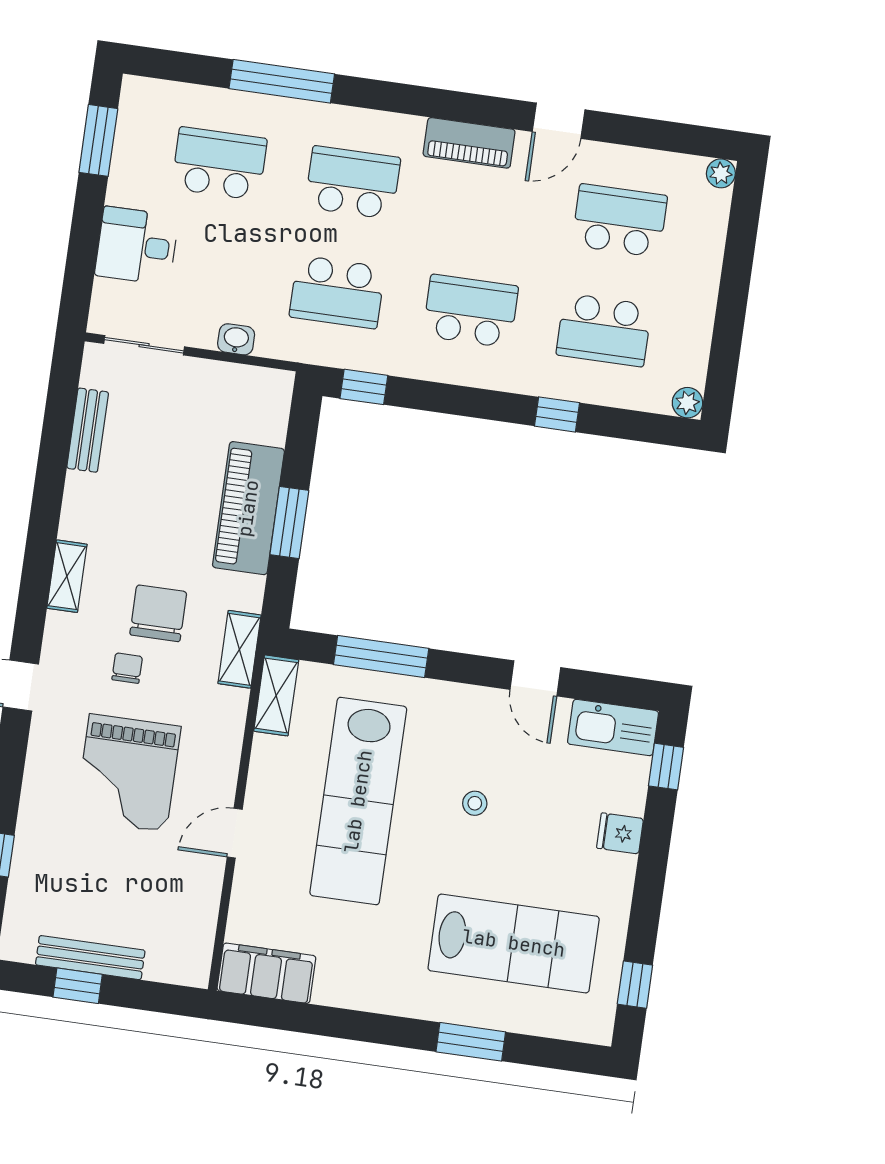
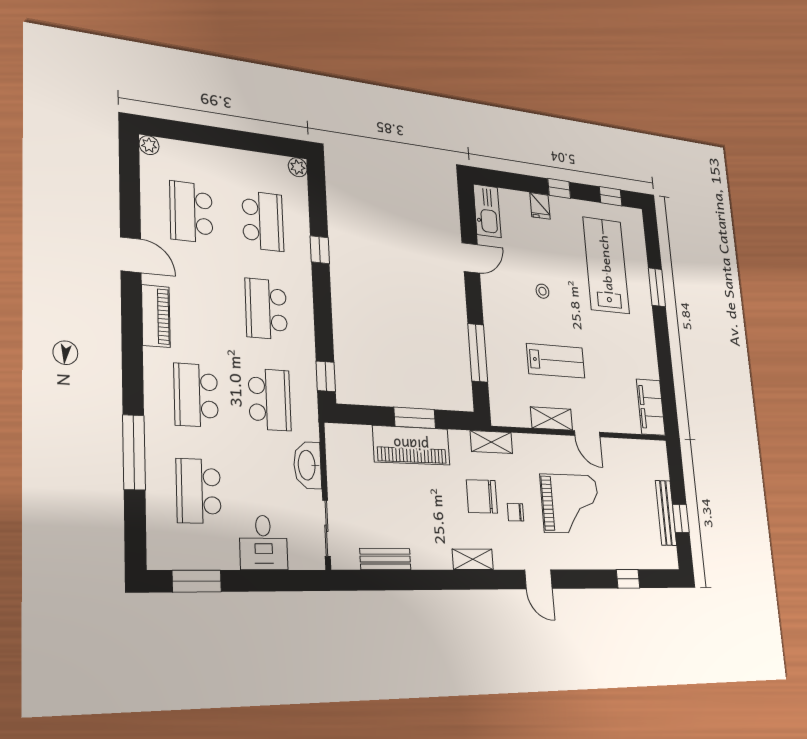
washbasin: (236, 339) -> (307, 465), width x1.91, depth x1.45
shelving: (276, 695) -> (552, 419), moved
window: (666, 767) -> (559, 188), moved
lab bench: (358, 801) -> (556, 361), width x0.54, depth x0.72

